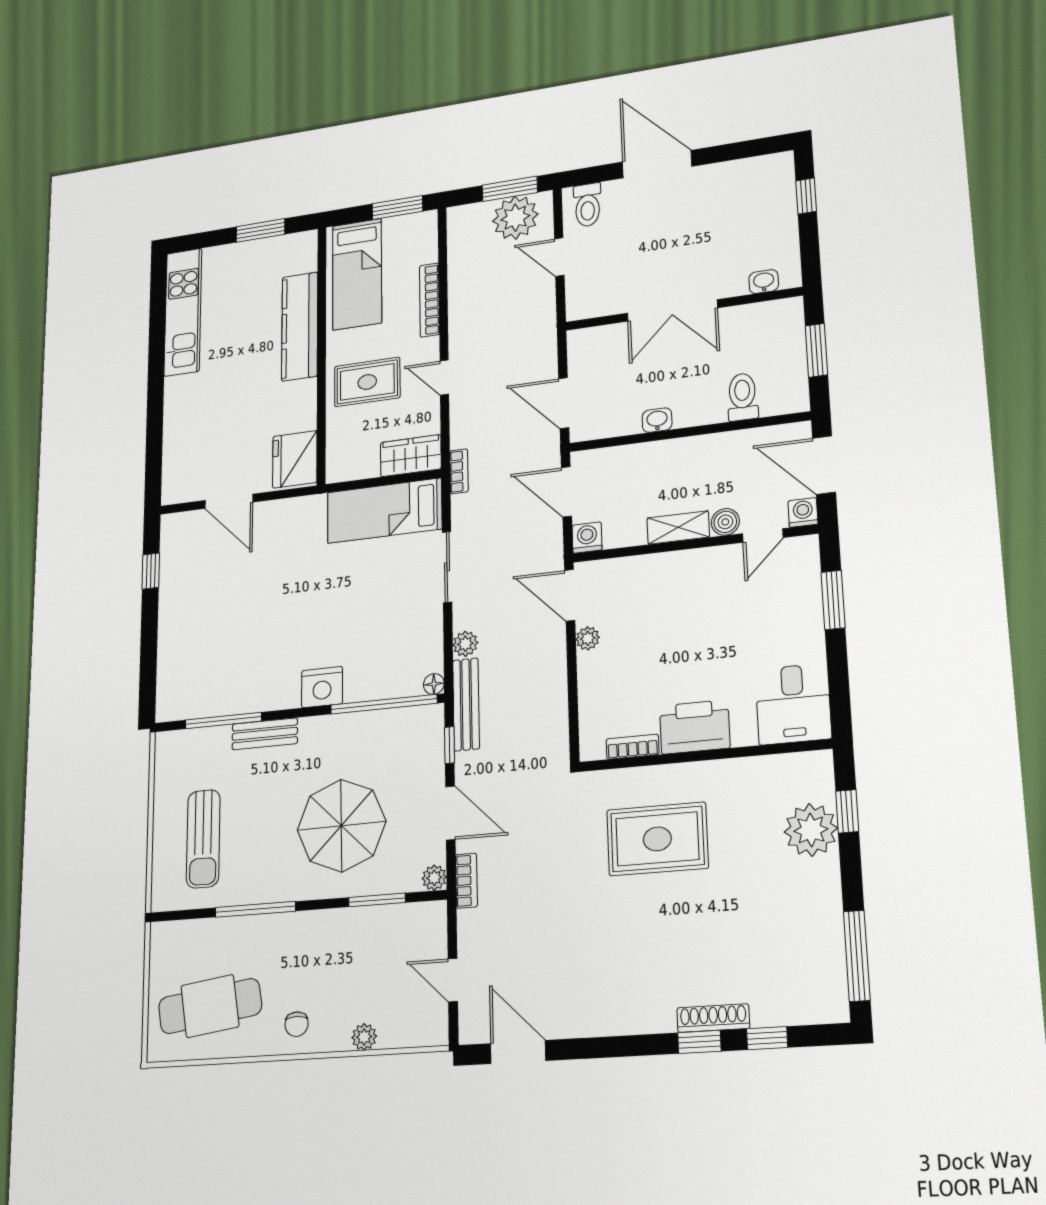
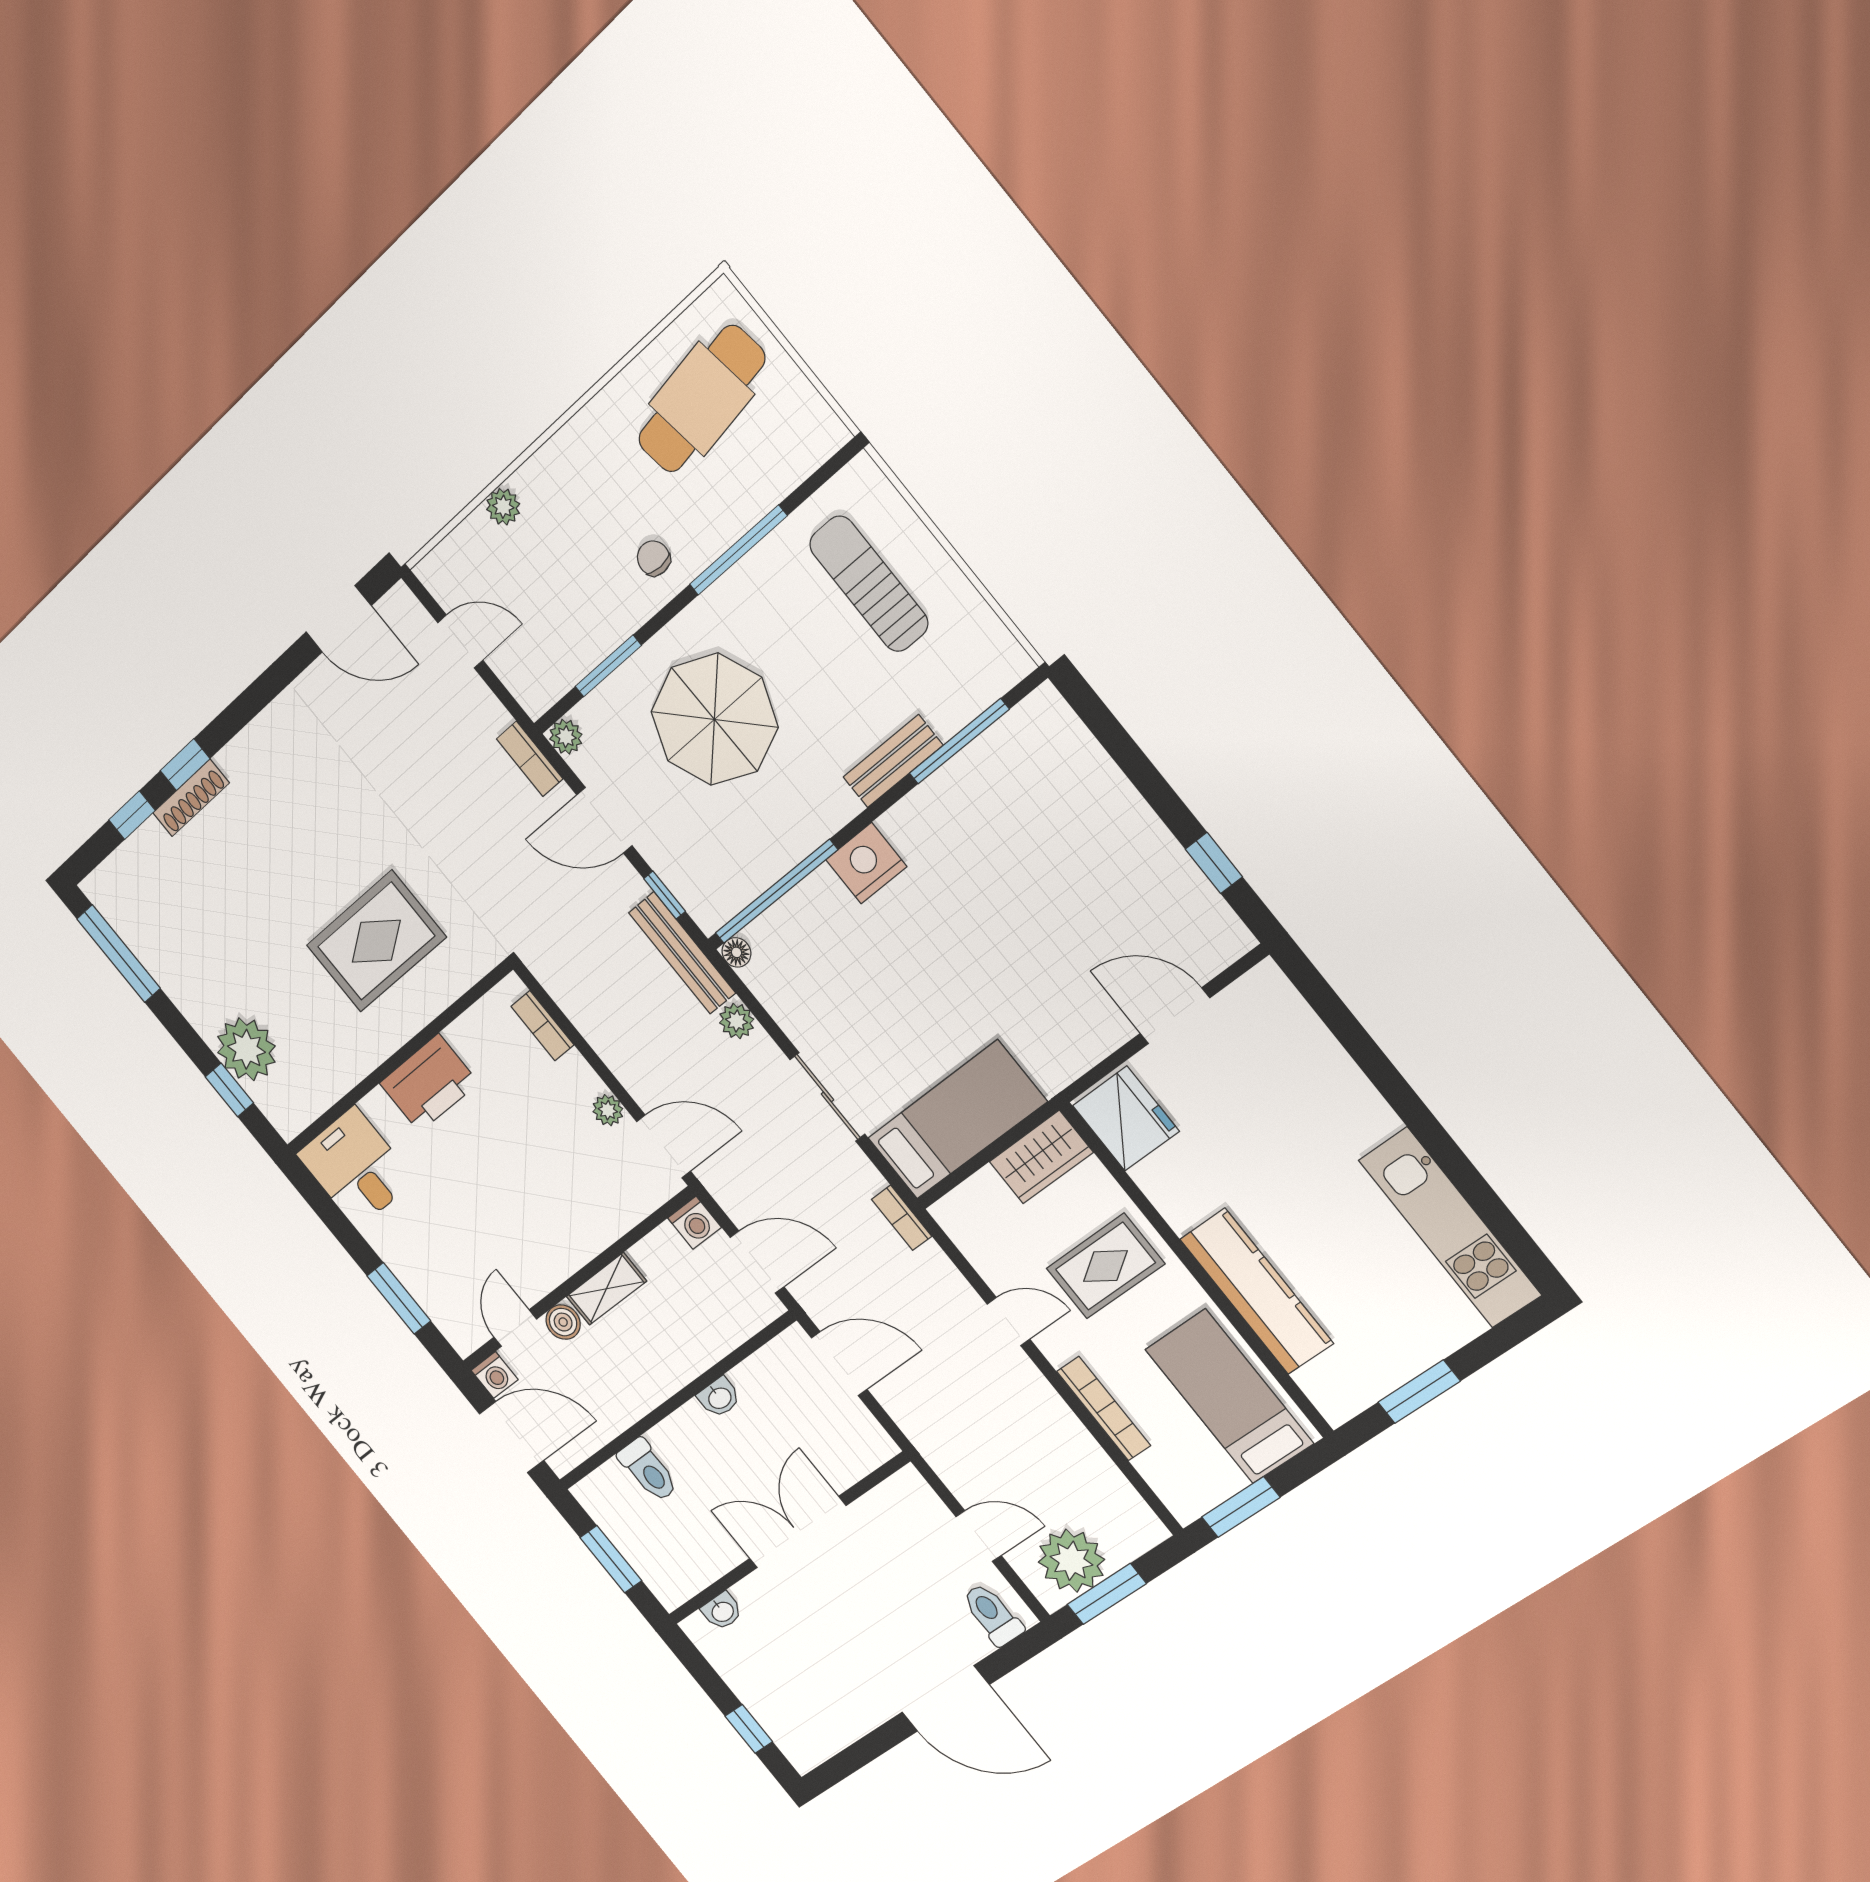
wardrobe: (411, 456) -> (1041, 1157), moved
bookcase: (633, 747) -> (542, 1026), moved, turned 90
chair: (297, 1024) -> (654, 558), moved

